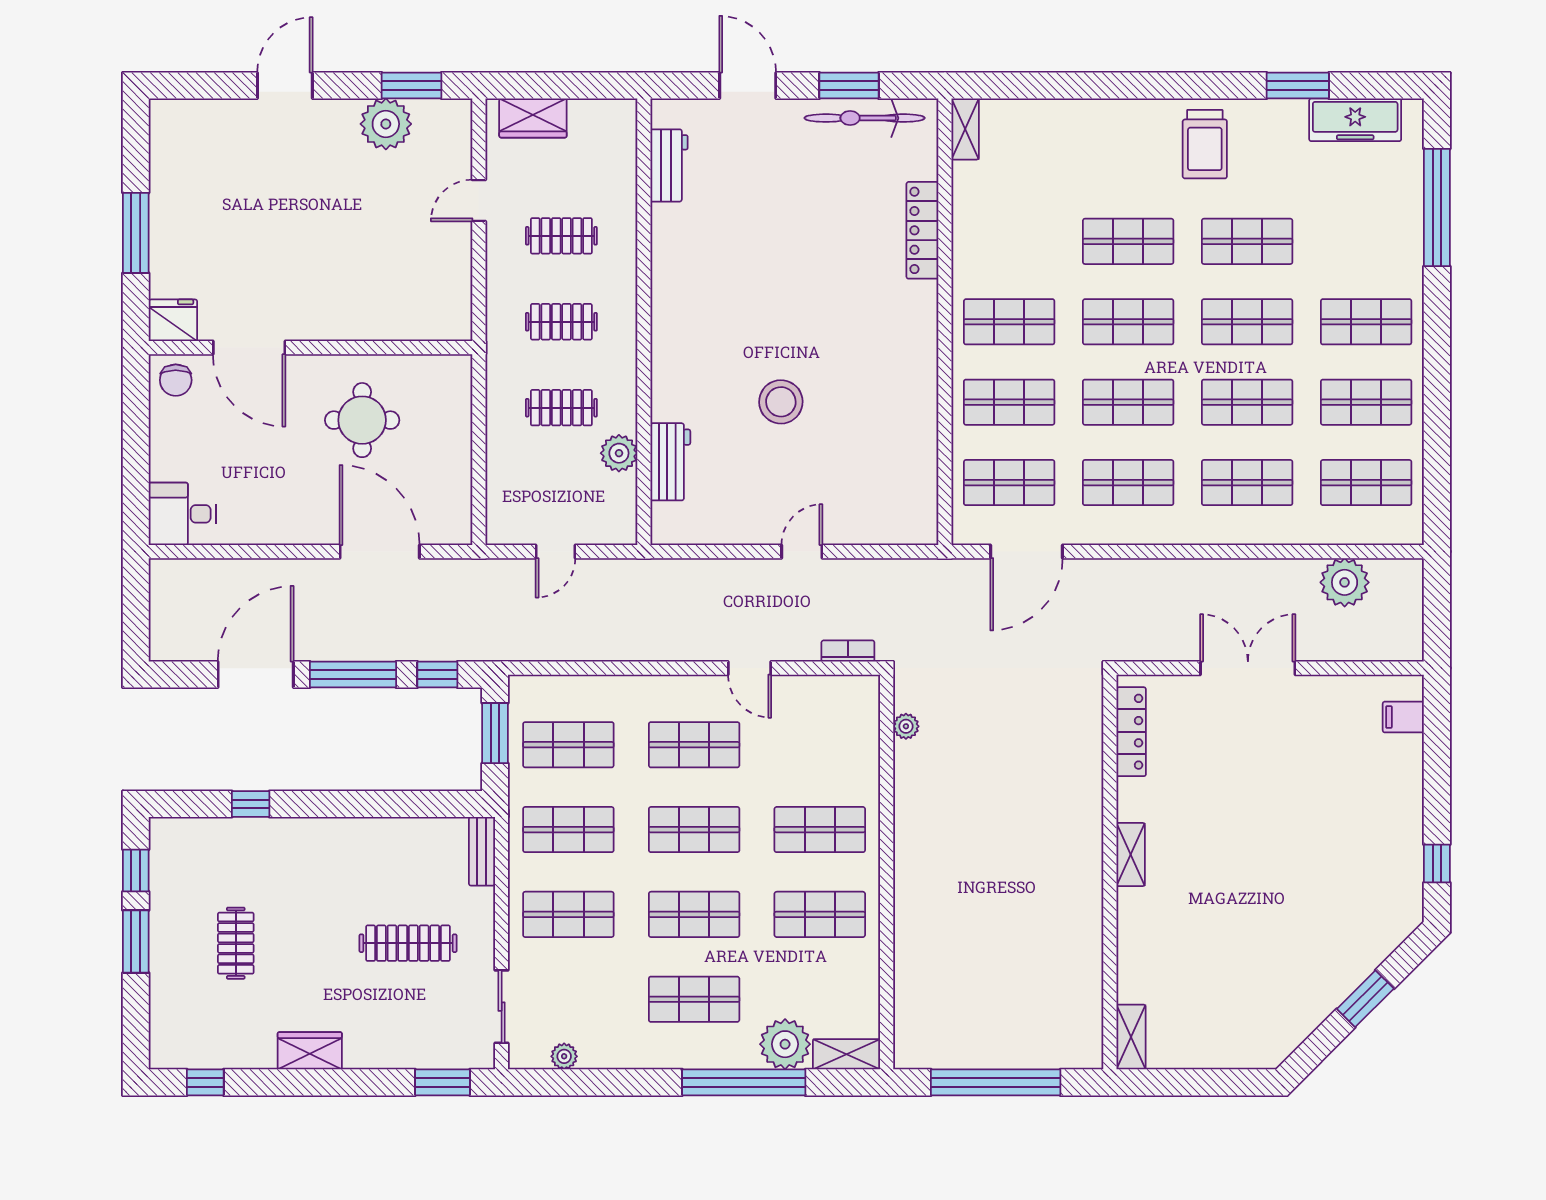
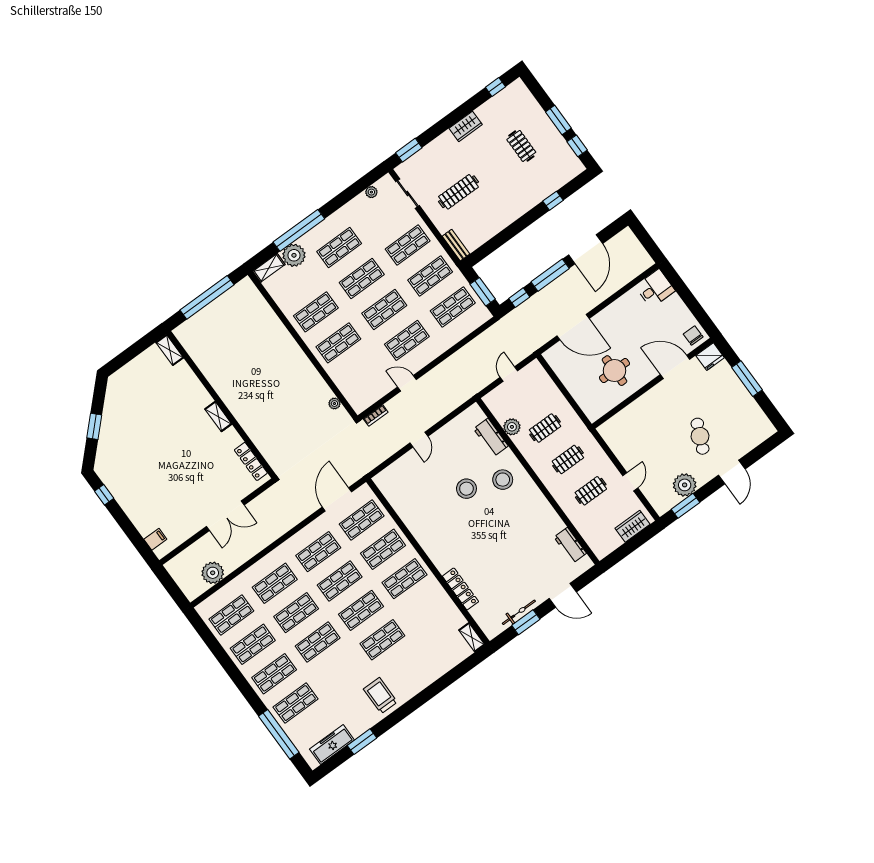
bicycle: (865, 118) -> (519, 612), width x0.73, depth x0.71
cafe table: (295, 191) -> (700, 436), added
shop shelf: (1247, 241) -> (296, 703), moved
stool: (704, 371) -> (503, 480), added

